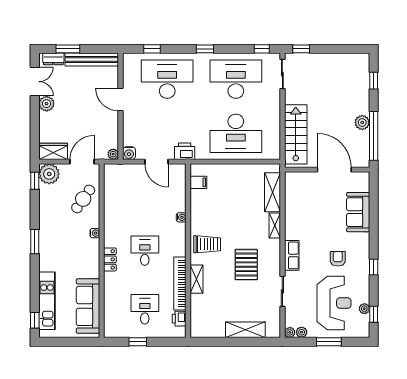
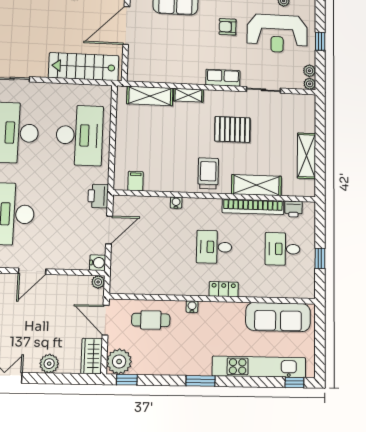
plant: (47, 104) -> (49, 364), moved
cafe table: (83, 199) -> (151, 320), turned -35
shelving: (196, 279) -> (256, 185), width x1.50, depth x1.33
kitchen unit: (47, 301) -> (259, 367), width x1.36
reception desk: (334, 303) -> (277, 33), turned 180
shelving: (245, 330) -> (306, 156), moved
window: (329, 342) -> (320, 41), width x0.67

